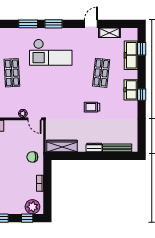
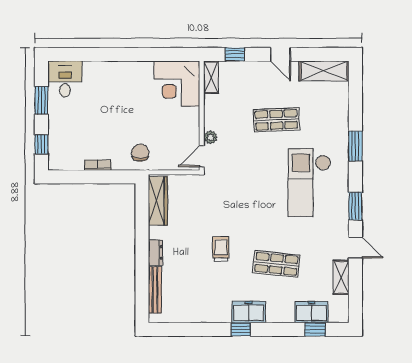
window: (54, 24) -> (355, 206), moved
freezer: (131, 55) -> (311, 312), width x0.71
plant: (32, 207) -> (60, 153), removed

